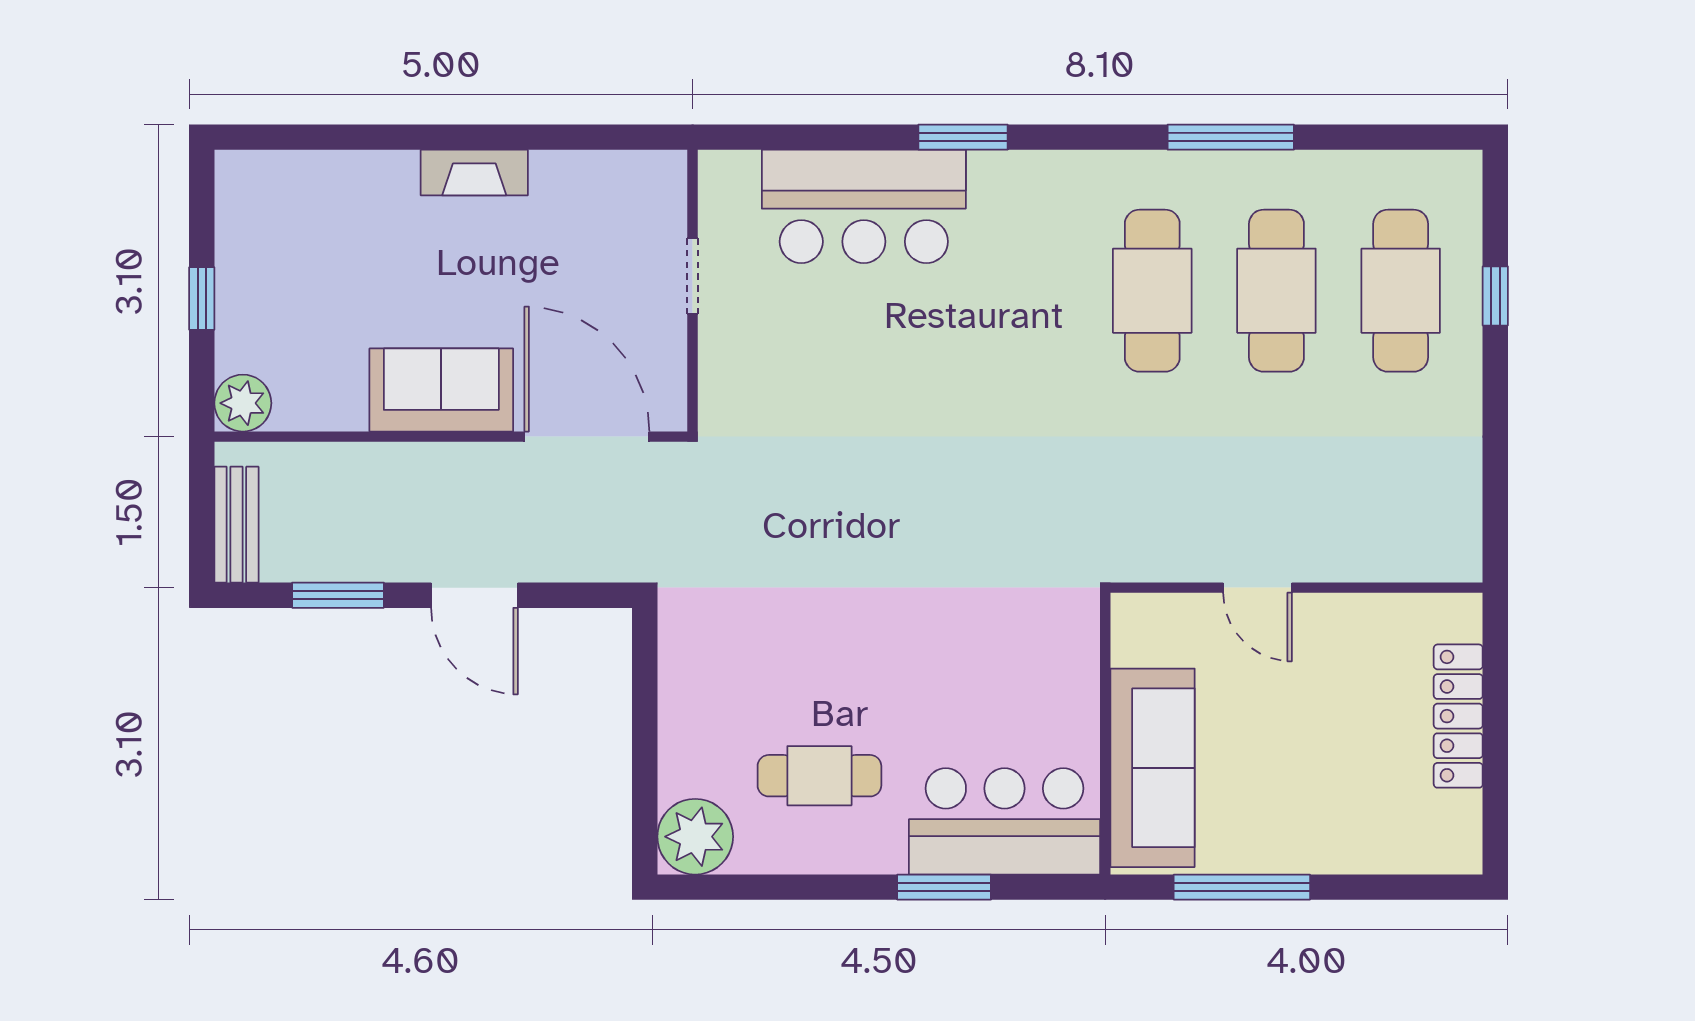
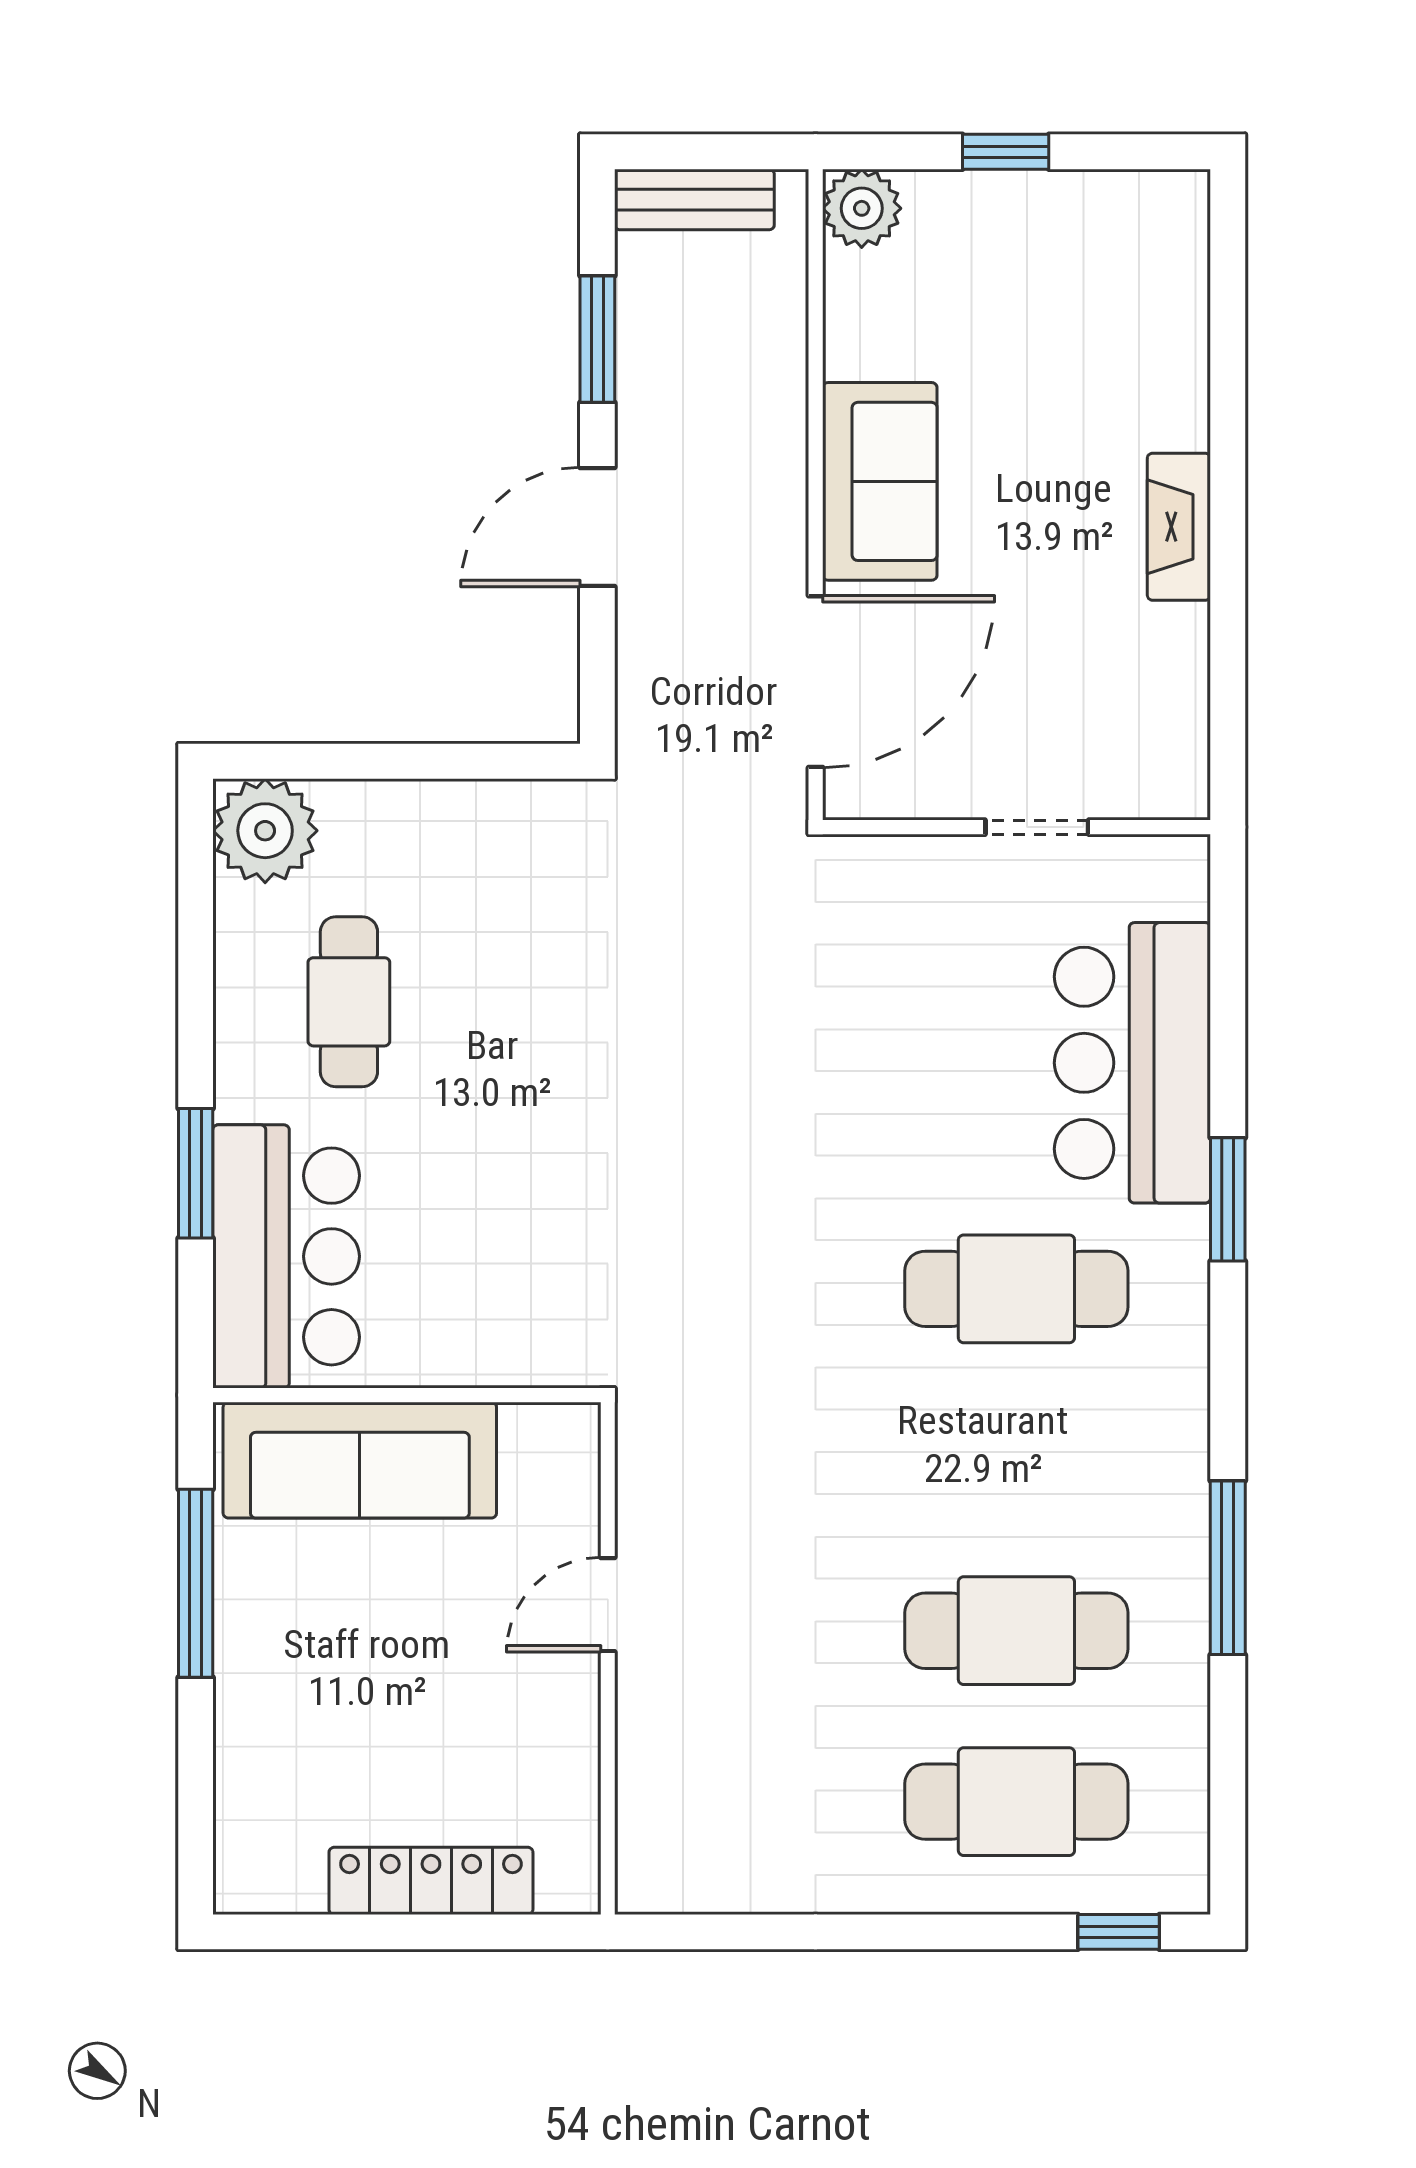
cafe table: (1152, 291) -> (1016, 1289), moved
window: (1495, 296) -> (1119, 1932), moved

